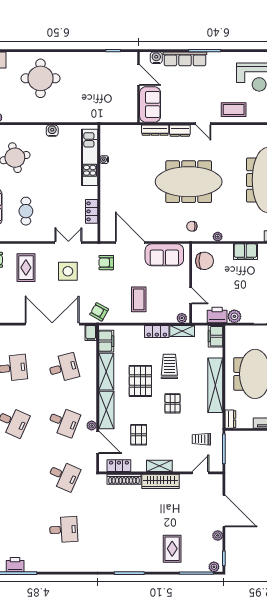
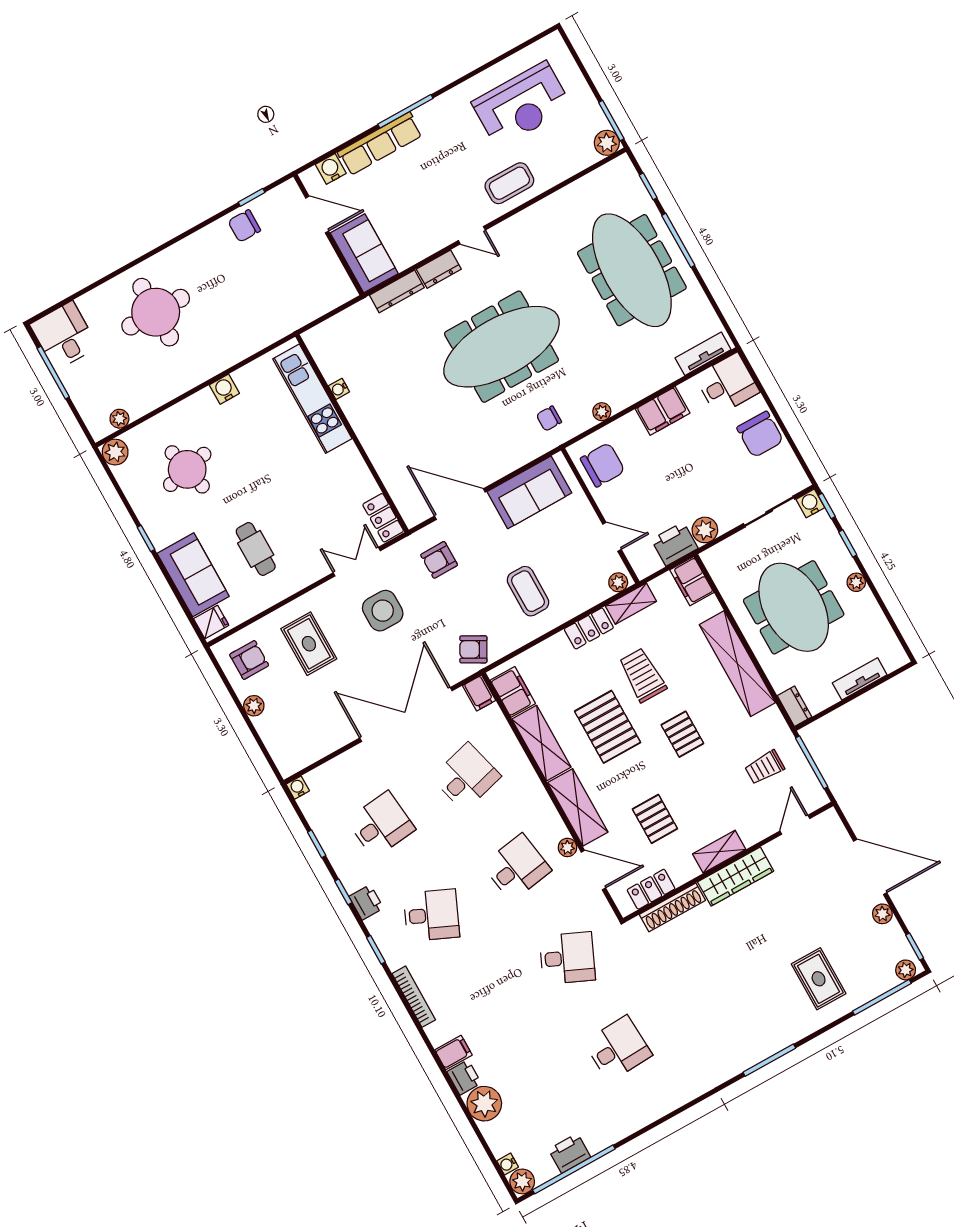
chair: (103, 62) -> (244, 226), added
locker: (92, 211) -> (383, 518), moved
desk: (64, 422) -> (517, 867), turned -30

